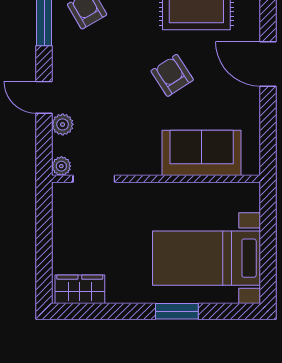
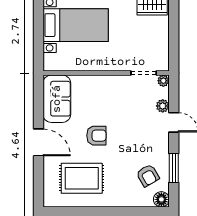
armchair: (172, 75) -> (96, 136), turned -57
sofa: (202, 153) -> (57, 99), moved, turned -90

